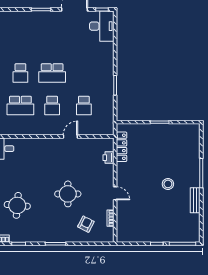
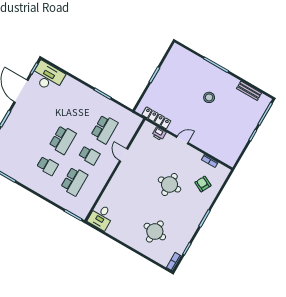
school desk: (84, 105) -> (104, 129), width x1.85
door: (115, 193) -> (182, 140), moved
bench: (195, 200) -> (249, 91), moved

